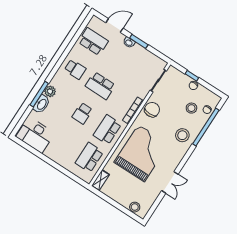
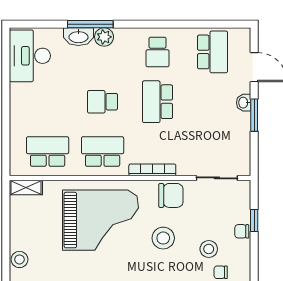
stool: (182, 135) -> (163, 238), moved

